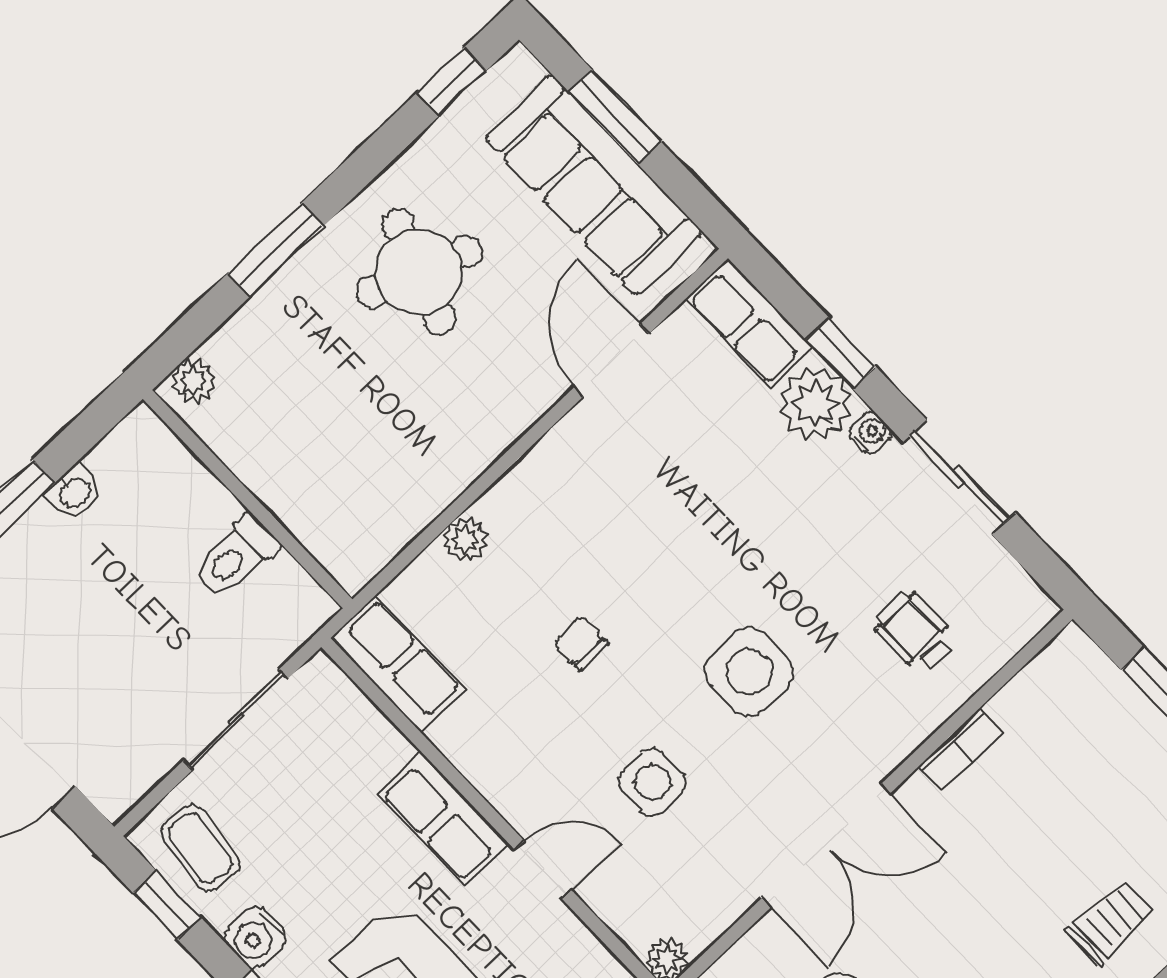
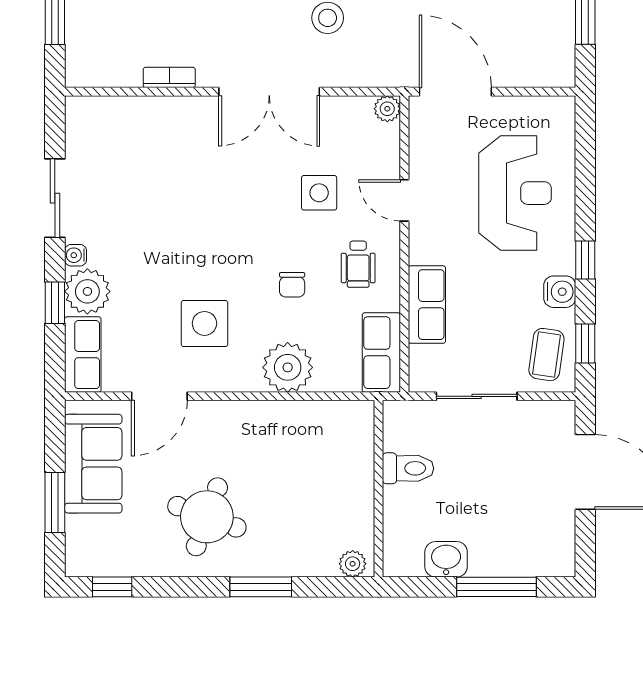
sofa: (593, 185) -> (93, 464), width x0.73
washbasin: (74, 492) -> (446, 559), width x1.38, depth x1.45
plant: (465, 539) -> (288, 367), width x1.87, depth x1.87
wheelchair: (915, 633) -> (358, 264), moved
side table: (749, 671) -> (204, 323), moved
row of seats: (443, 819) -> (427, 305), moved
double door: (826, 846) -> (269, 92), swing flipped

